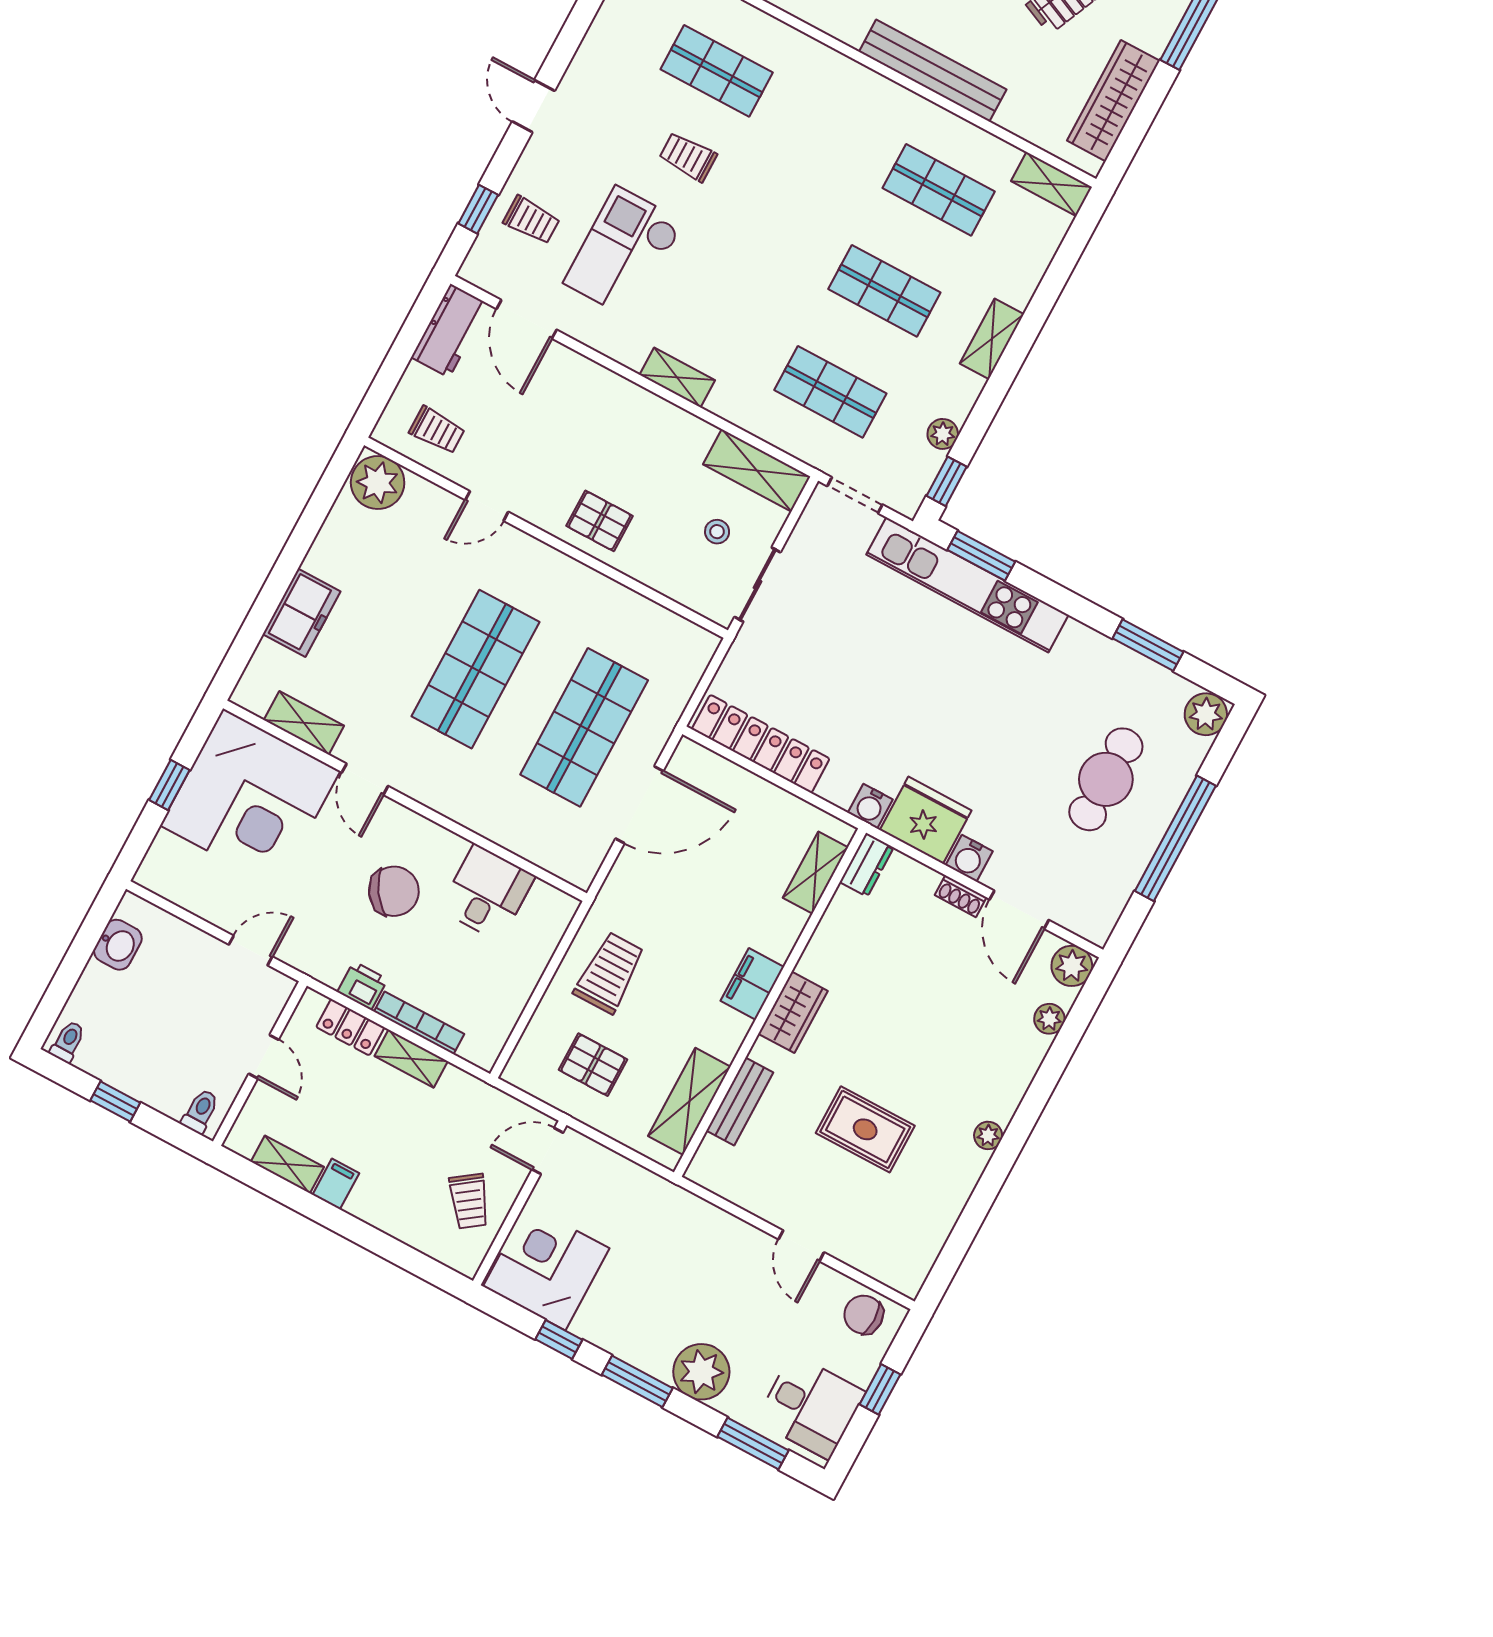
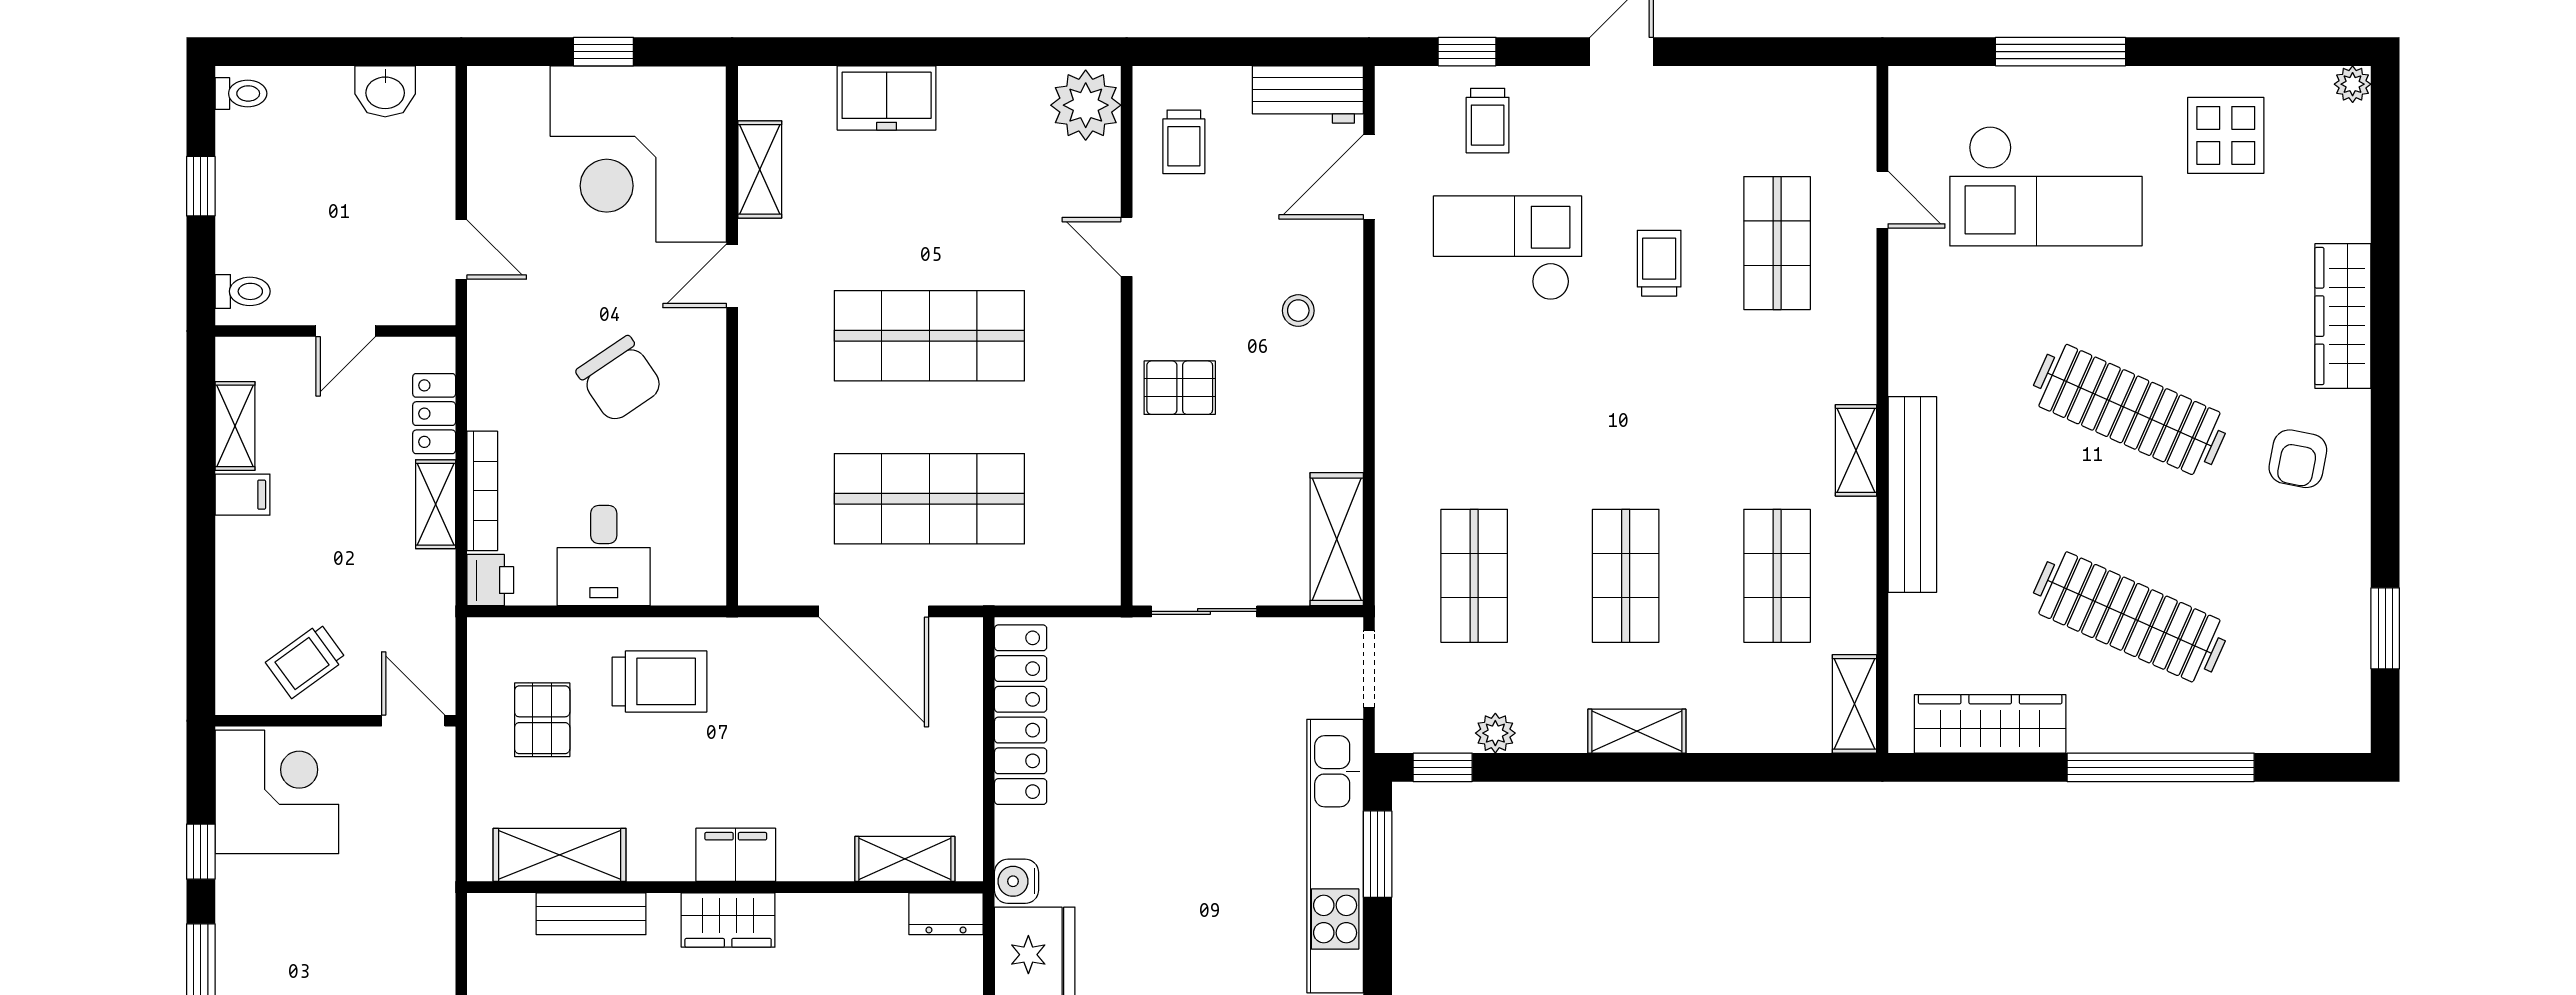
shelving: (677, 377) -> (1856, 450), moved
pallet: (600, 521) -> (1180, 388), turned 90
stool: (717, 532) -> (1298, 311), moved
desk: (487, 893) -> (604, 556), moved, turned 90
printer: (362, 986) -> (490, 580), moved

